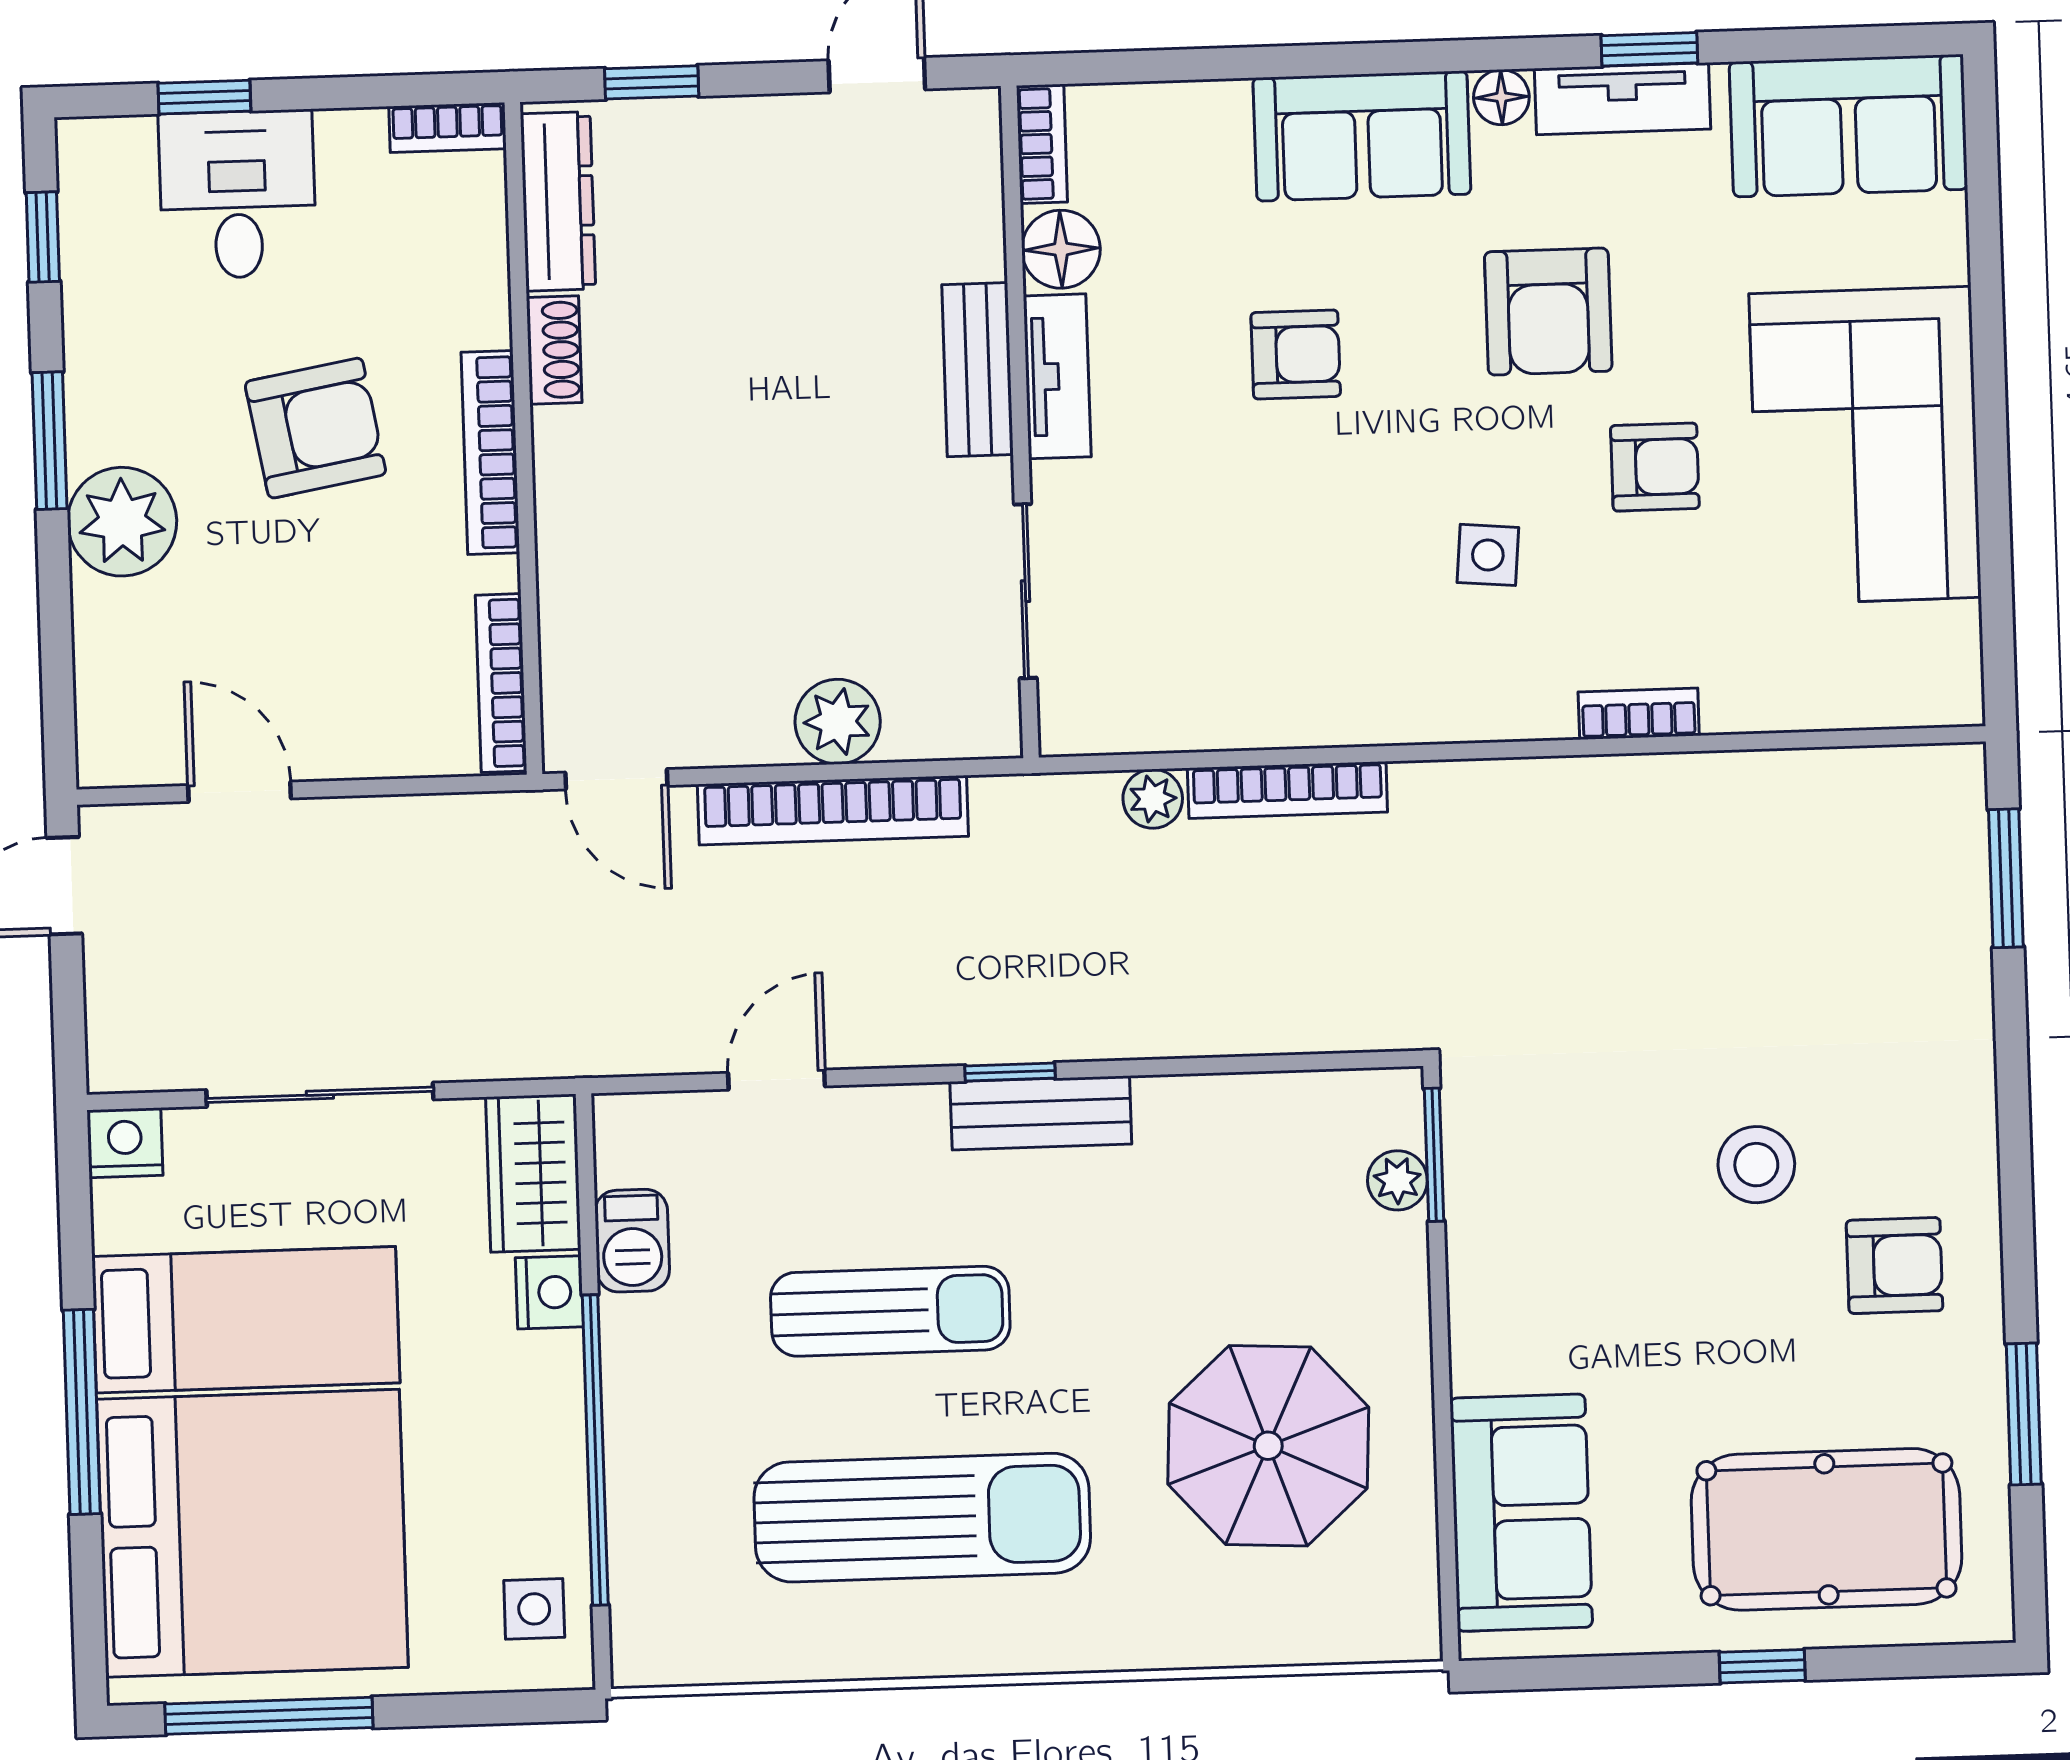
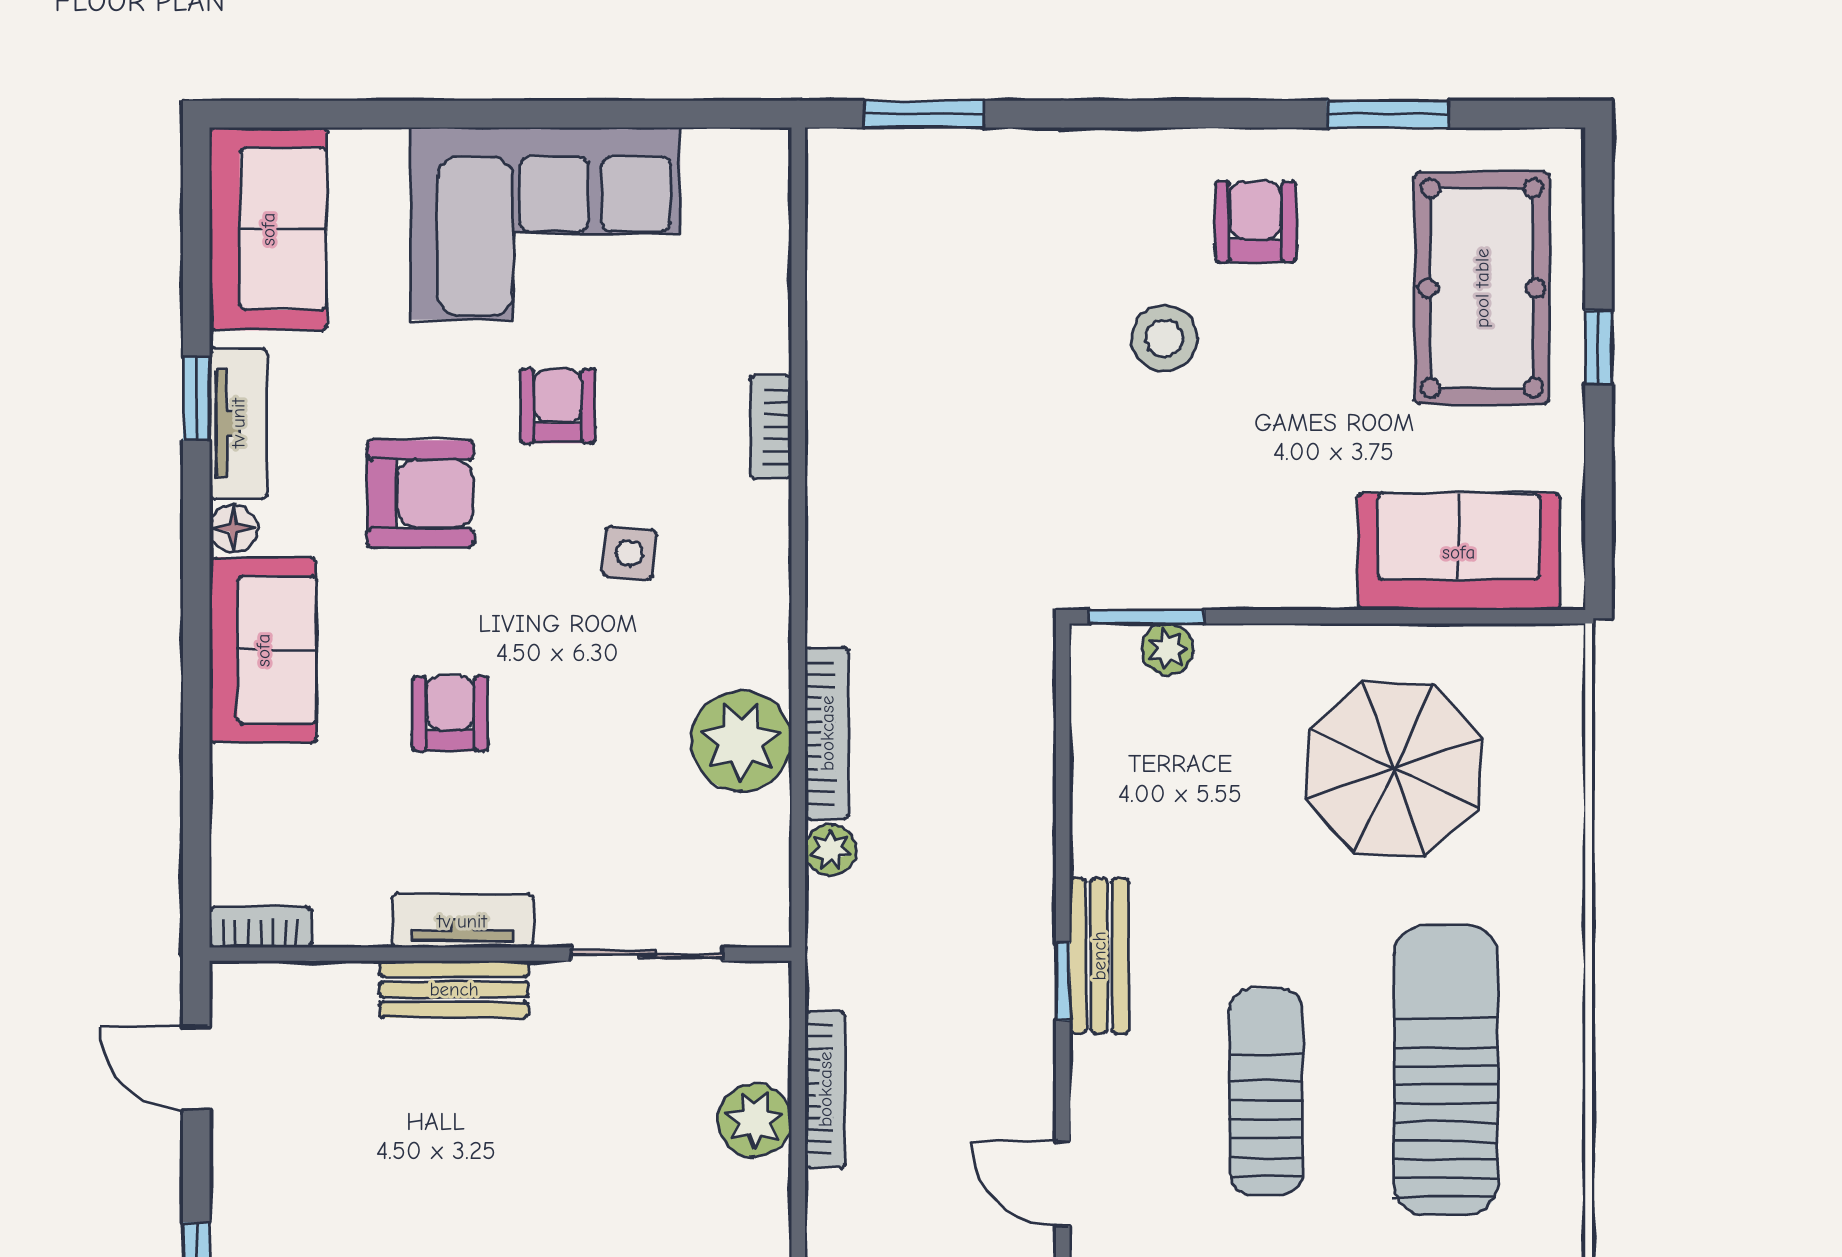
floor lamp: (1061, 249) -> (352, 914), removed
plant: (1275, 692) -> (741, 741), added
bookcase: (833, 810) -> (825, 1089), width x0.68, depth x0.76

